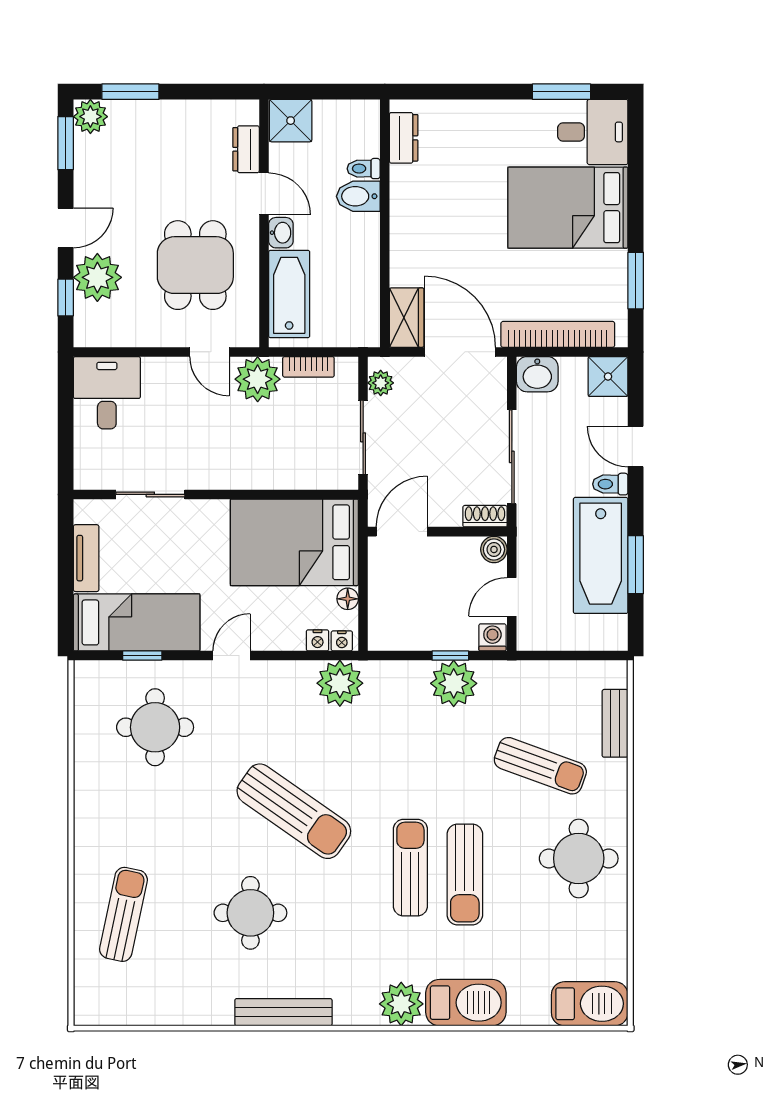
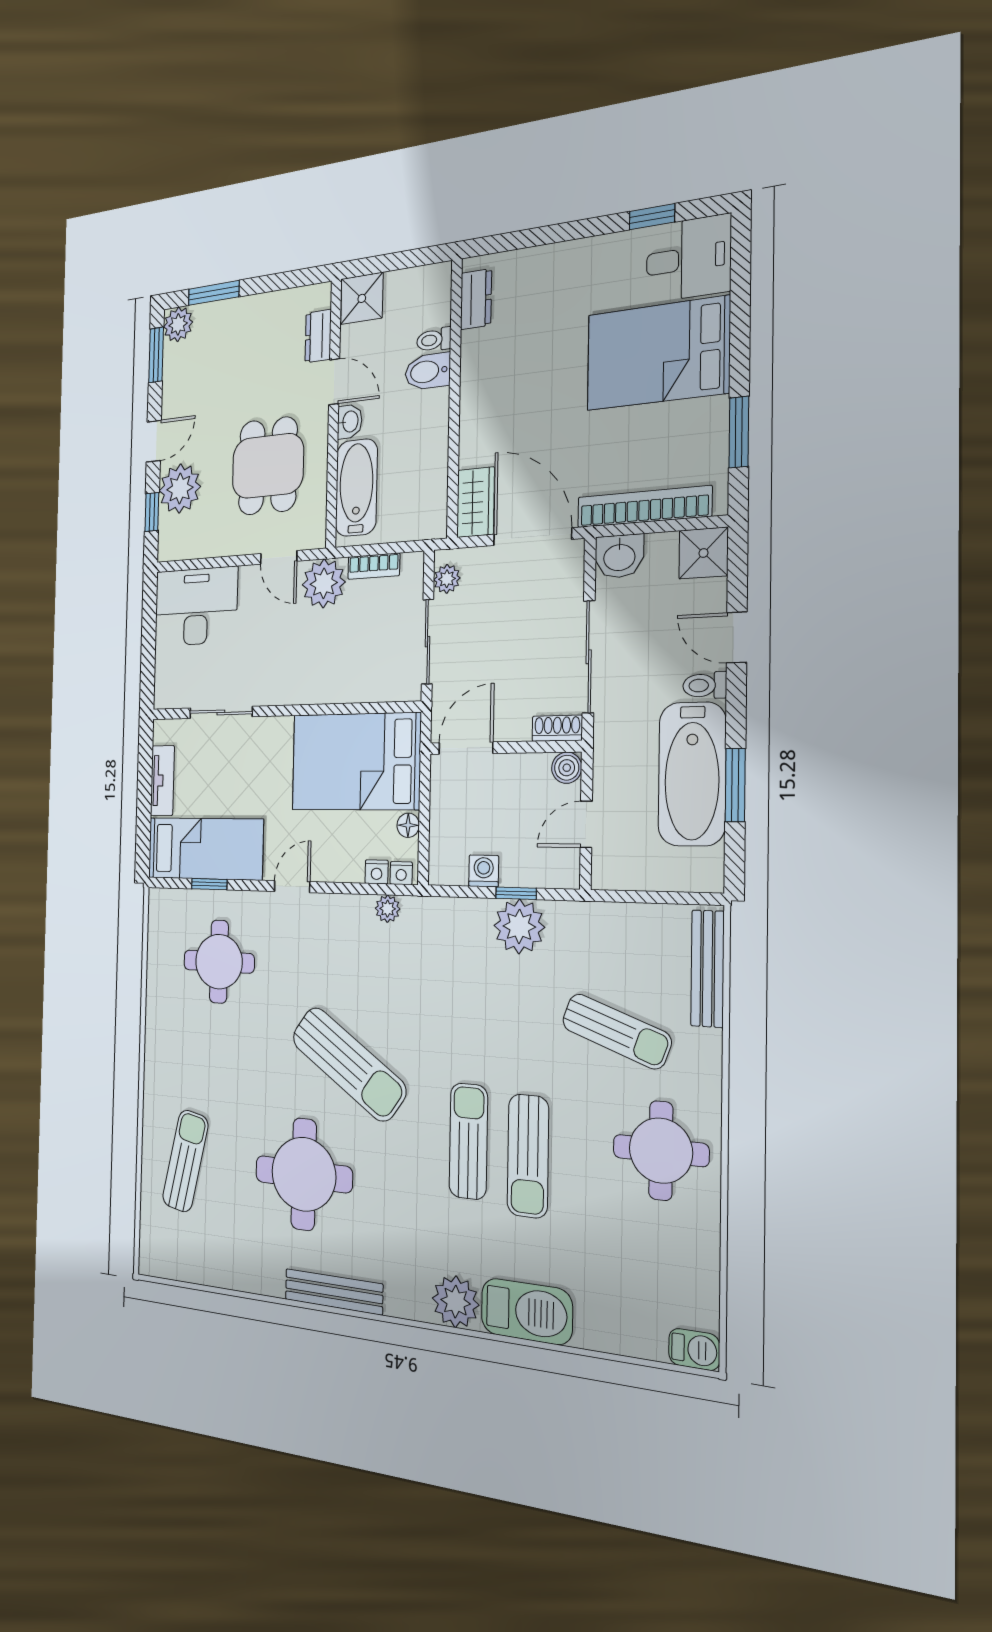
window: (562, 92) -> (652, 217), width x0.67
desk: (107, 393) -> (196, 607), width x1.37
washing machine: (492, 637) -> (484, 871), moved
plant: (340, 683) -> (388, 909), width x0.53, depth x0.53
bench: (615, 723) -> (708, 969), width x1.36
round table: (250, 913) -> (304, 1174), width x1.36, depth x1.36
barbecue: (590, 1004) -> (694, 1349), width x0.53, depth x0.65

